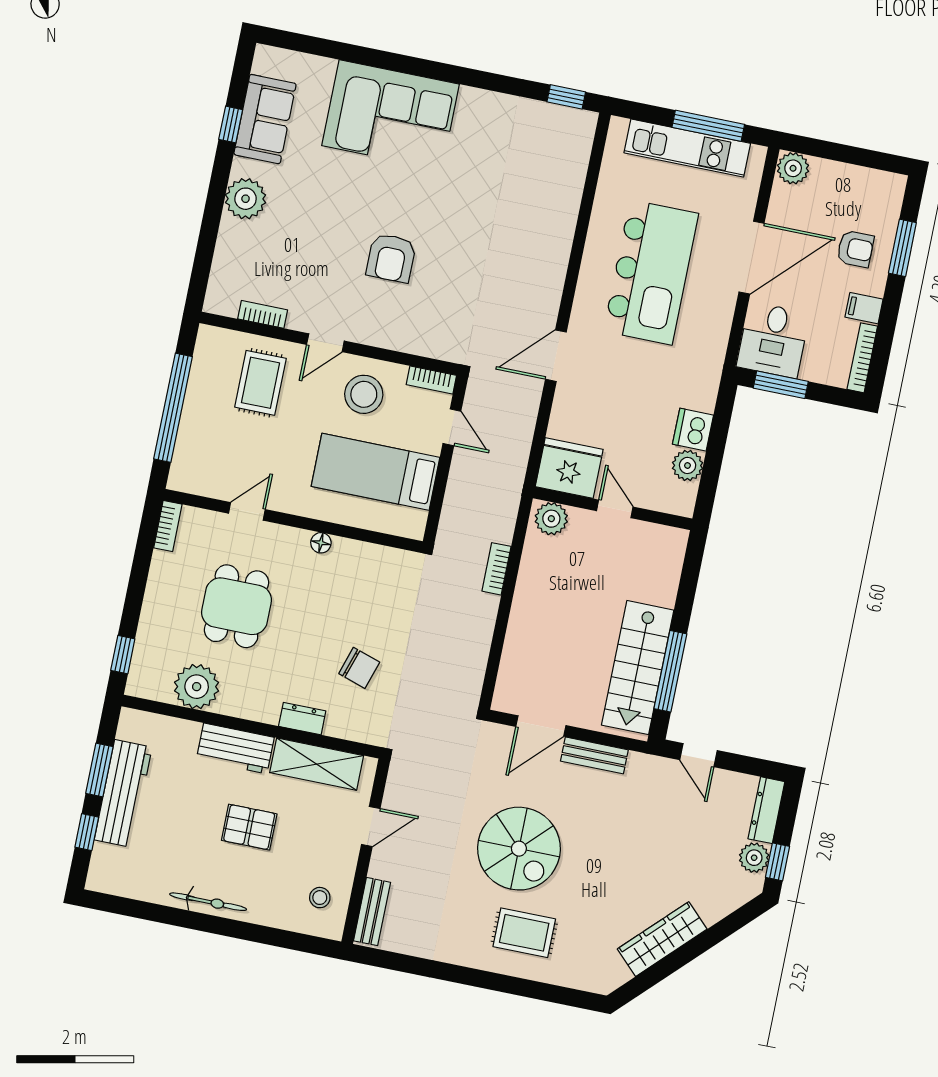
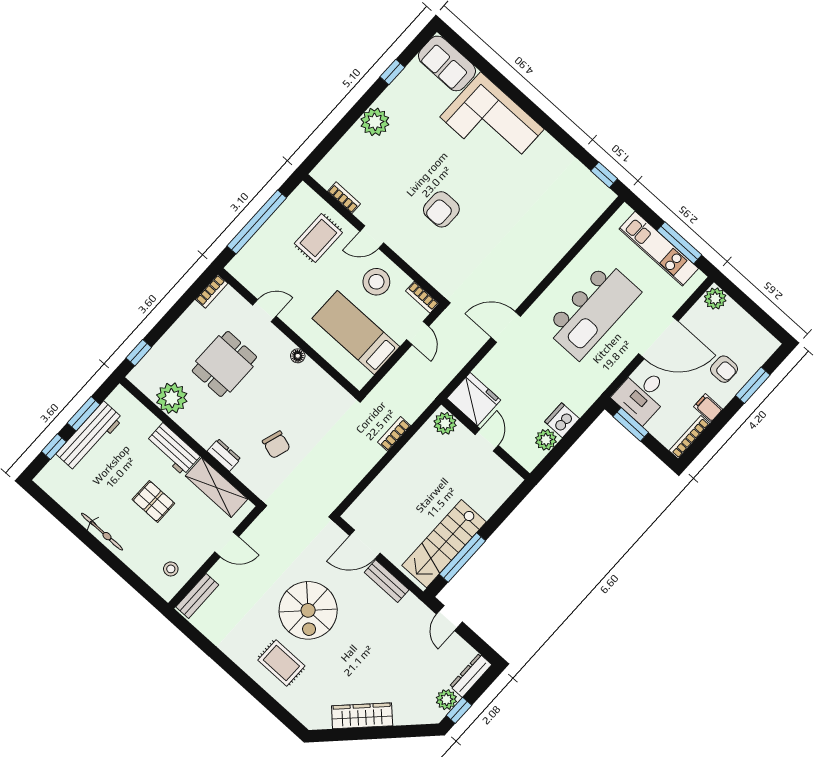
sofa: (265, 119) -> (447, 63), moved, turned 90

